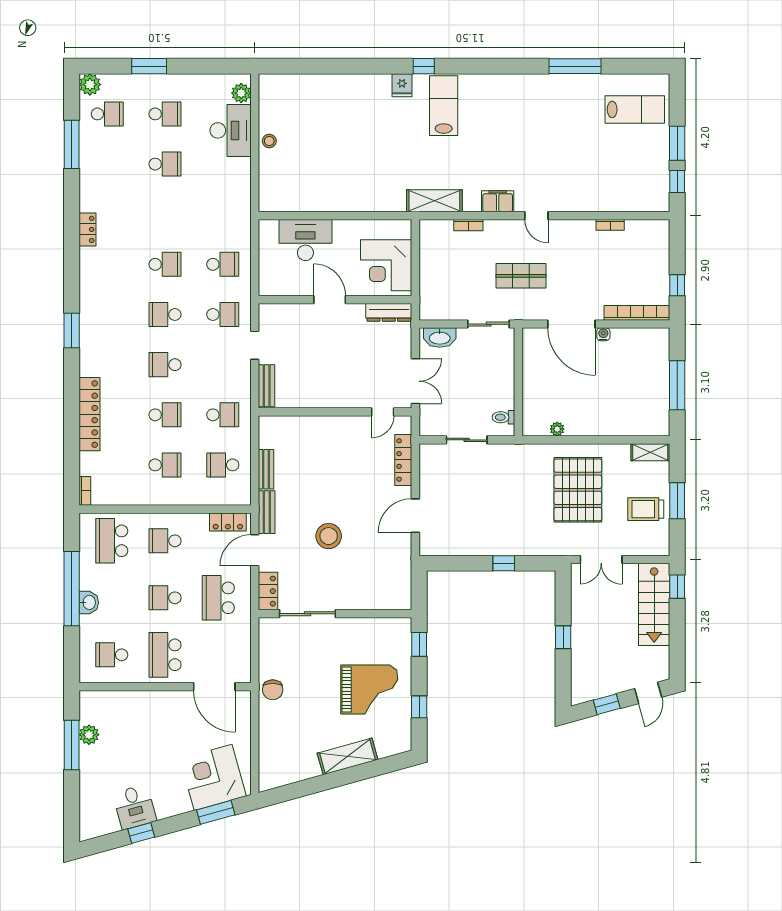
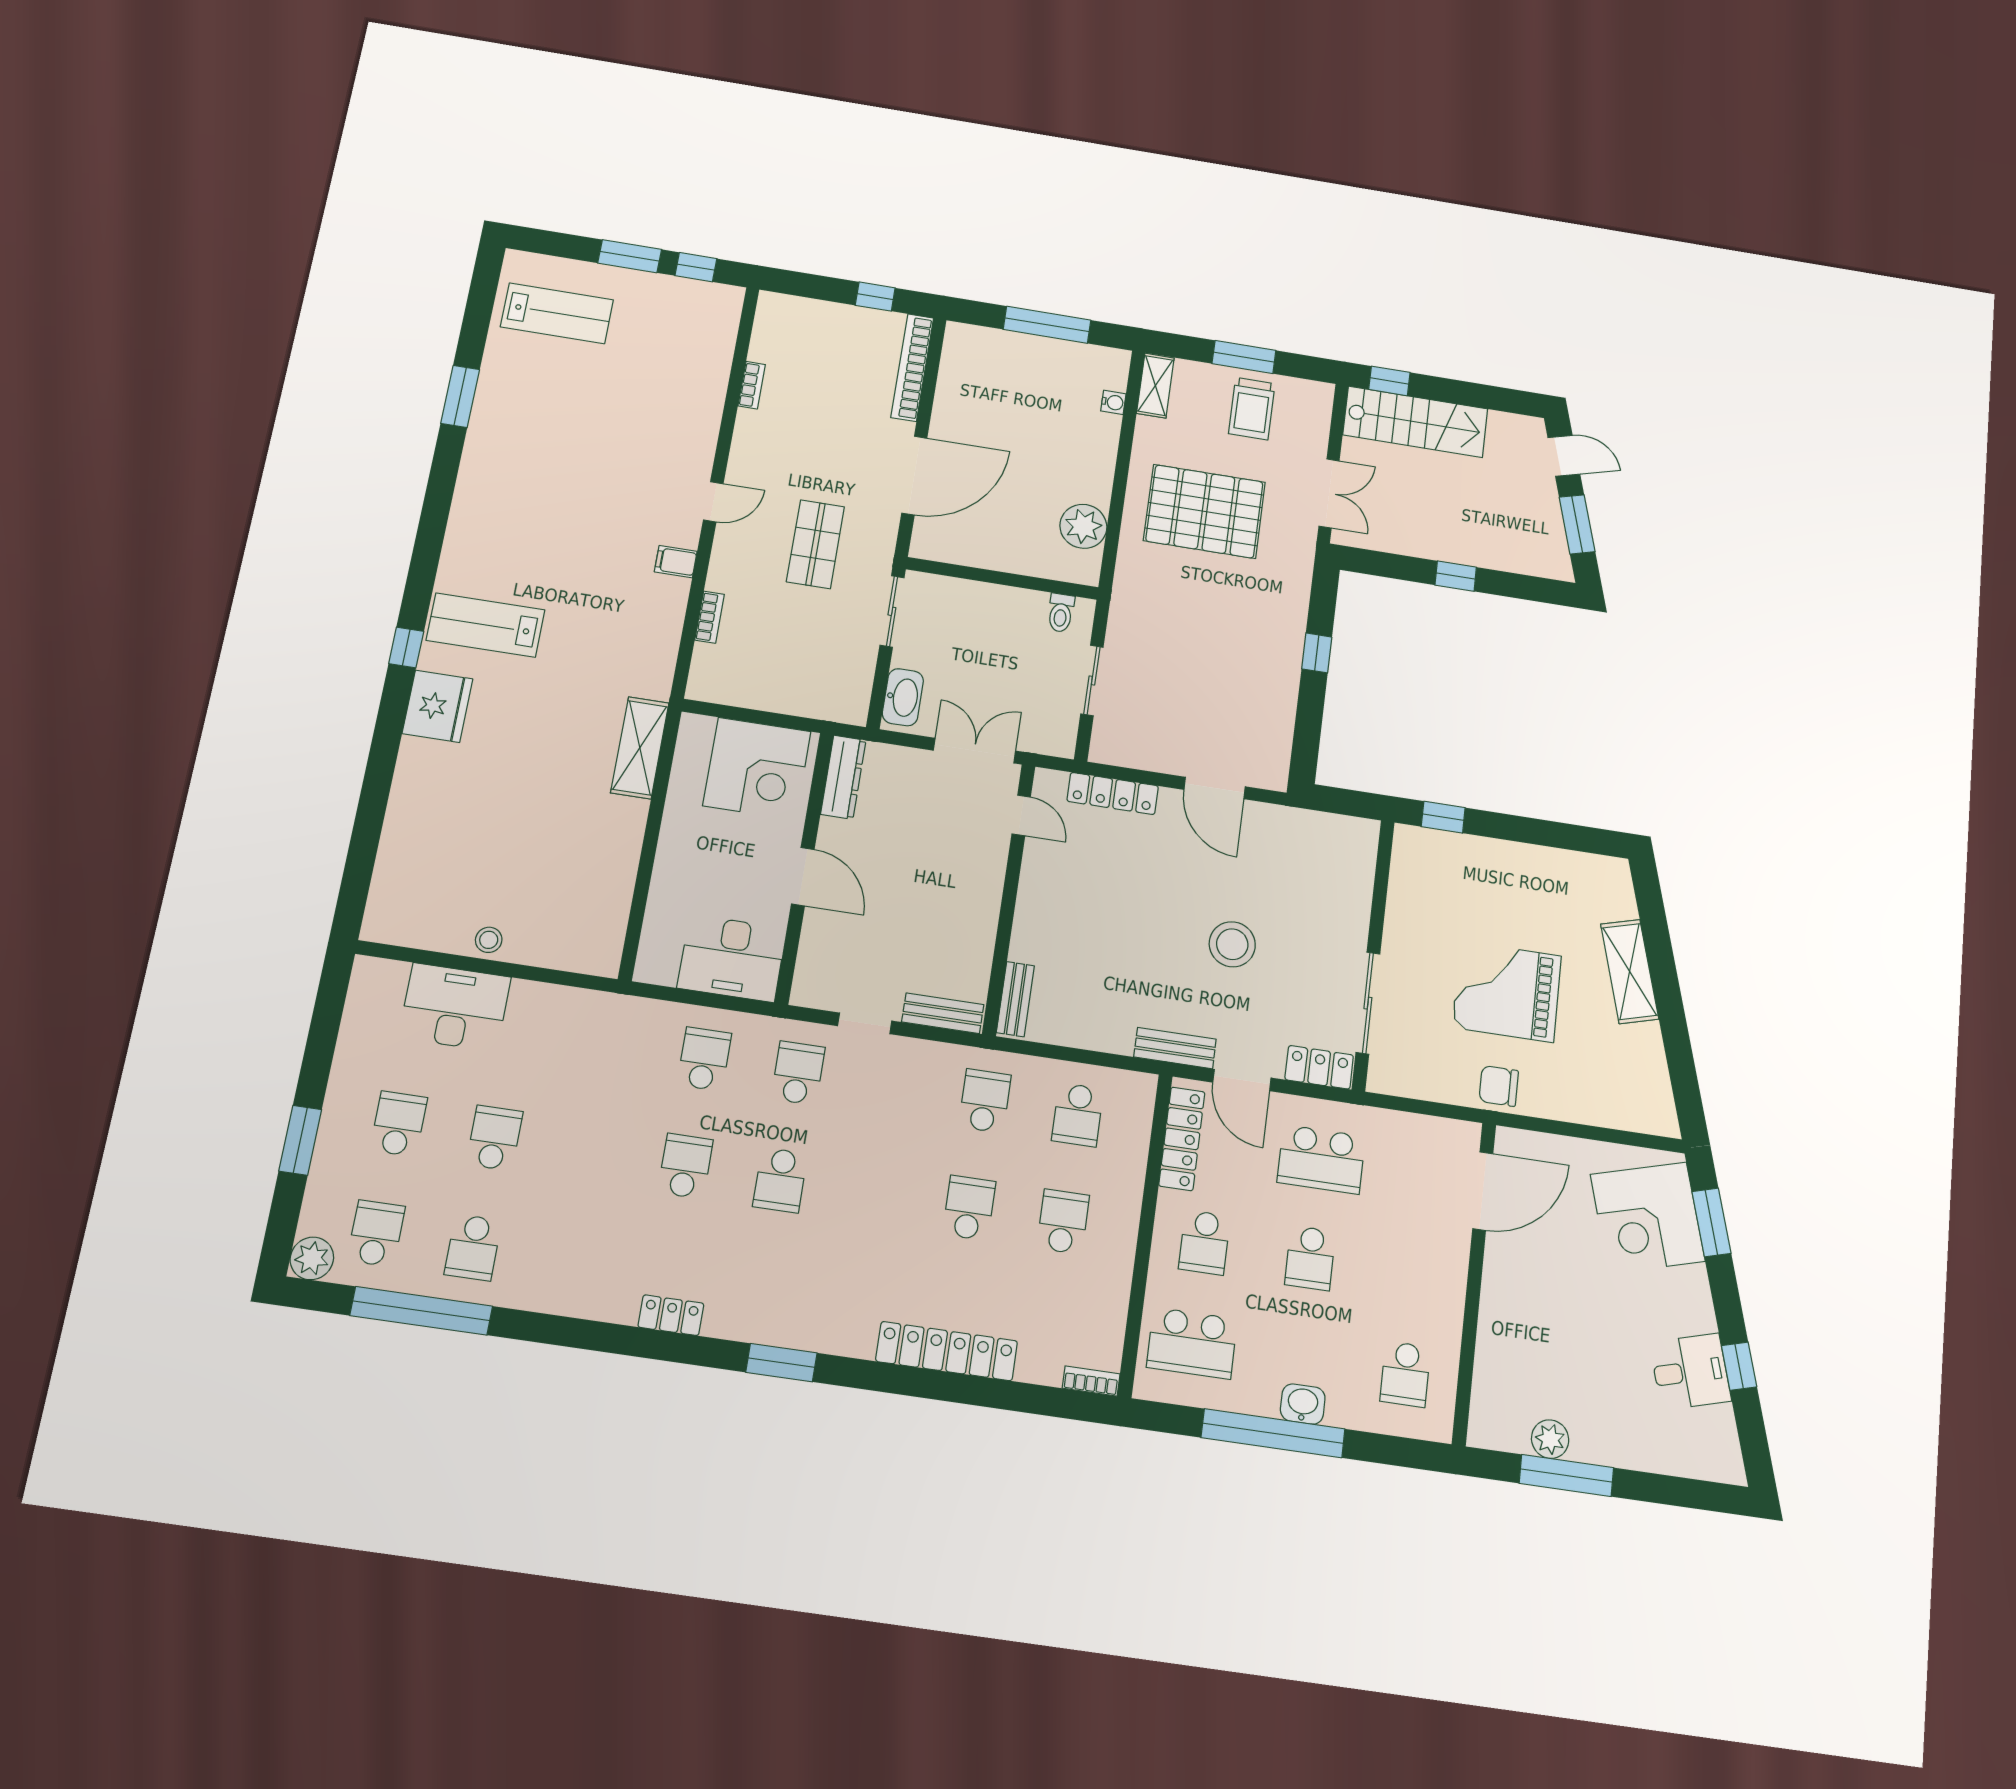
window: (575, 66) -> (460, 396), width x0.69
fridge: (402, 85) -> (437, 706), width x1.88, depth x1.34
plant: (241, 93) -> (388, 977), removed
lab bench: (635, 109) -> (557, 313), turned 90
window: (72, 144) -> (421, 1311), width x1.46
shelving: (434, 201) -> (640, 748), moved
filing cabinet: (498, 201) -> (676, 562), width x0.50
locker: (87, 229) -> (671, 1315), moved
desk: (305, 240) -> (732, 958), moved, turned -90
door: (330, 300) -> (803, 877), swing flipped
water cooler: (603, 334) -> (1113, 402), moved, turned 180
school desk: (165, 365) -> (473, 1247), moved
plant: (557, 429) -> (1083, 526), width x1.88, depth x1.88
bench: (266, 469) -> (1015, 999), moved, turned 90
locker: (228, 522) -> (1182, 1139), width x1.53
school desk: (165, 655) -> (1416, 1274), removed
grand piano: (369, 689) -> (1507, 992), moved, turned -90
chair: (273, 690) -> (1499, 1086), turned 180
window: (607, 704) -> (1577, 524), width x1.50
window: (419, 707) -> (1553, 834), removed

